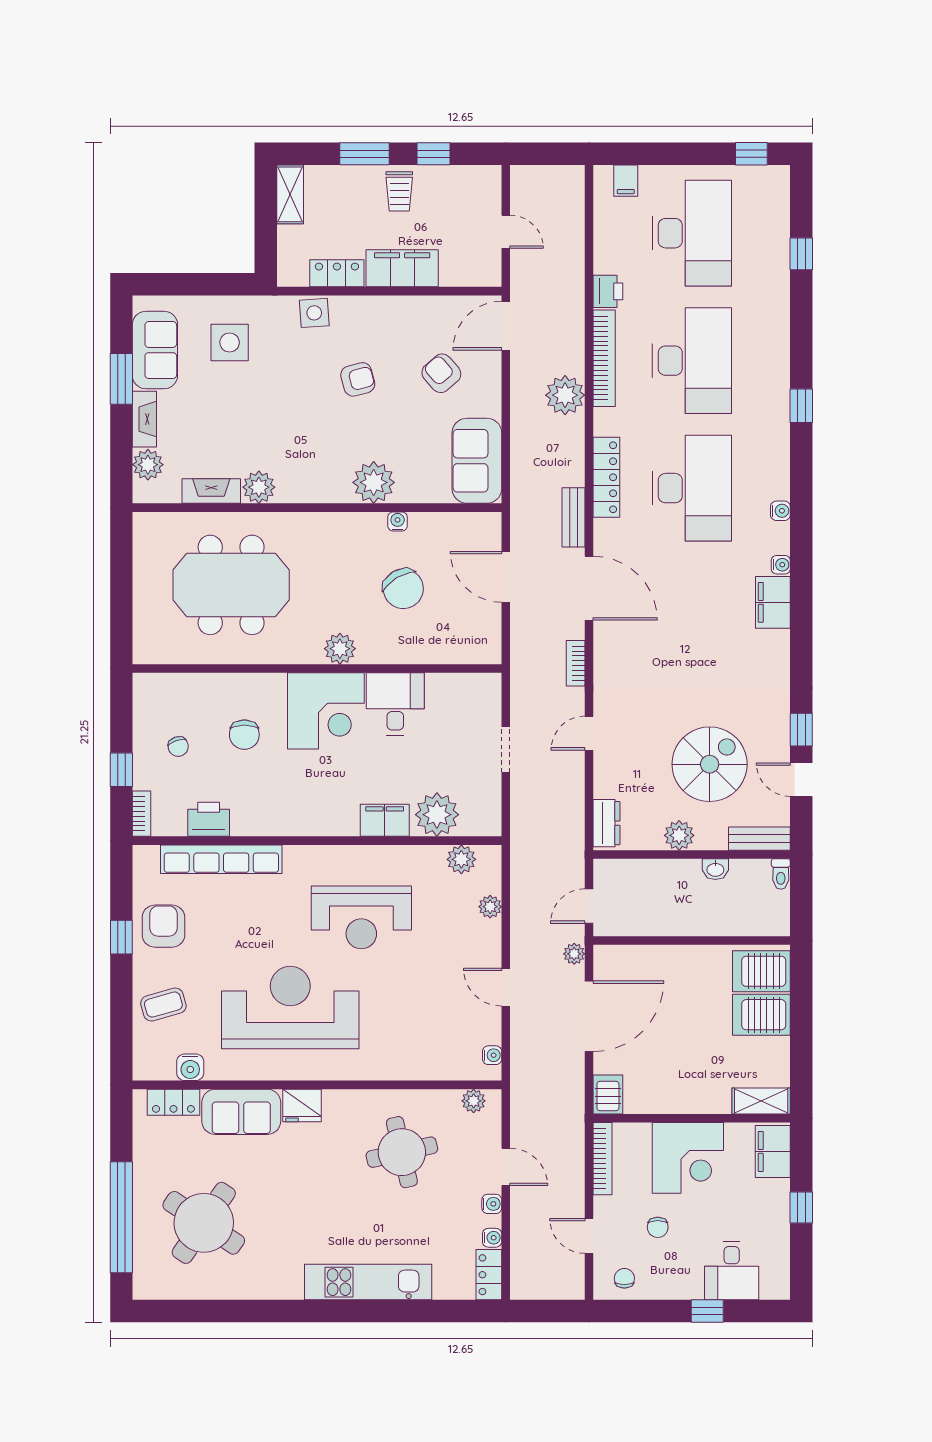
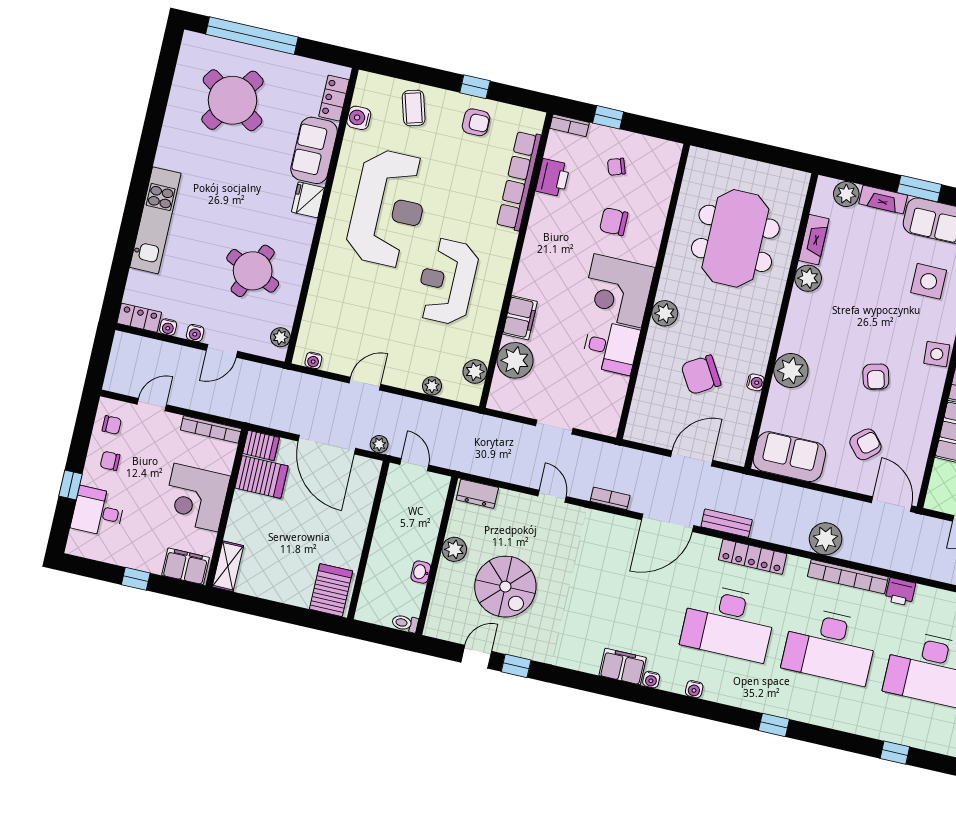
bench: (759, 839) -> (437, 613), removed
armchair: (163, 926) -> (476, 122), width x0.72, depth x0.72
server rack: (761, 1015) -> (262, 477), moved, turned 90
round table: (402, 1152) -> (253, 271), turned 37
chair: (658, 1227) -> (110, 461), moved

